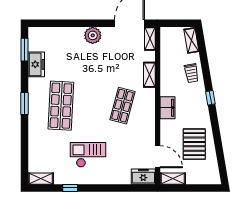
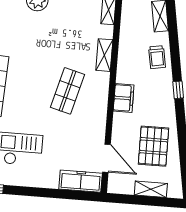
freezer: (143, 177) -> (81, 181), width x1.40
shelving: (173, 179) -> (151, 189), moved

